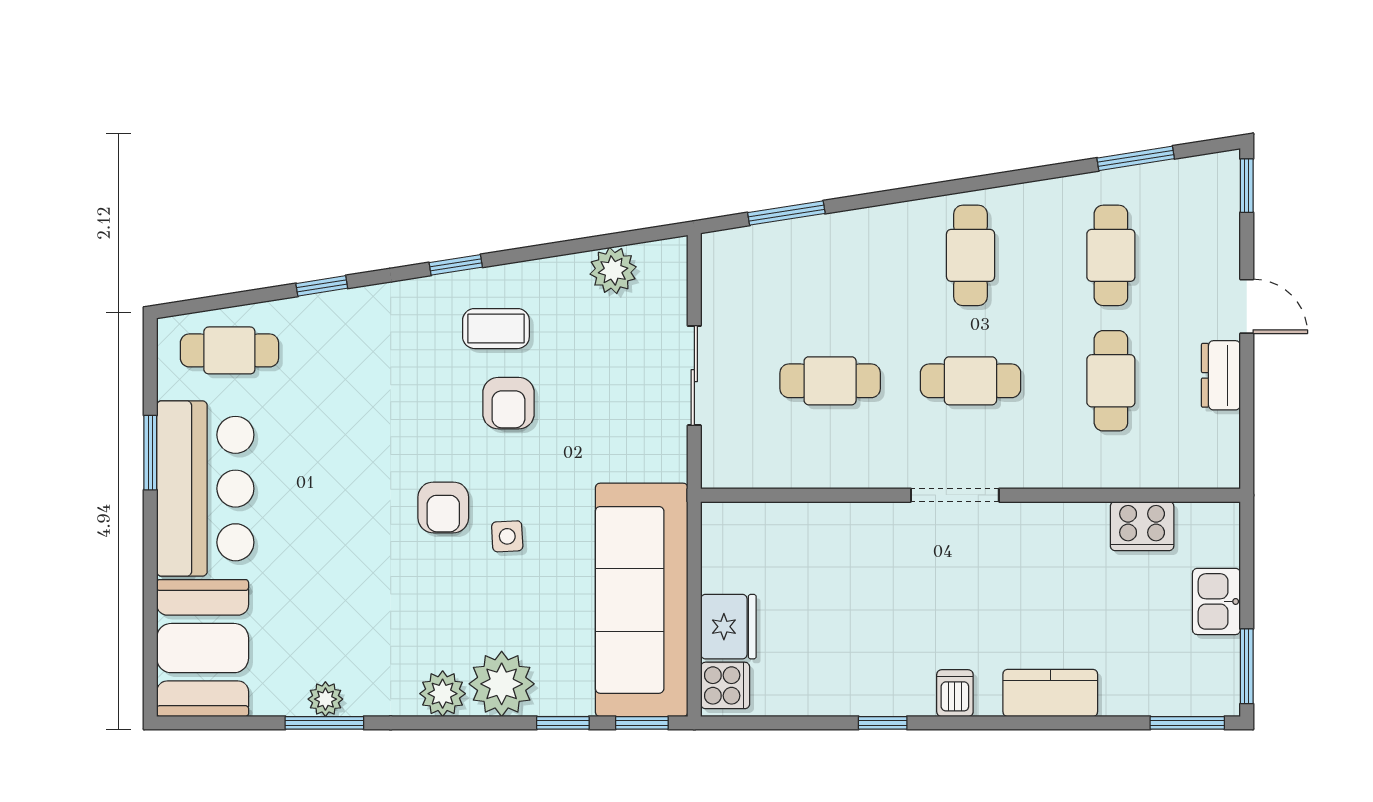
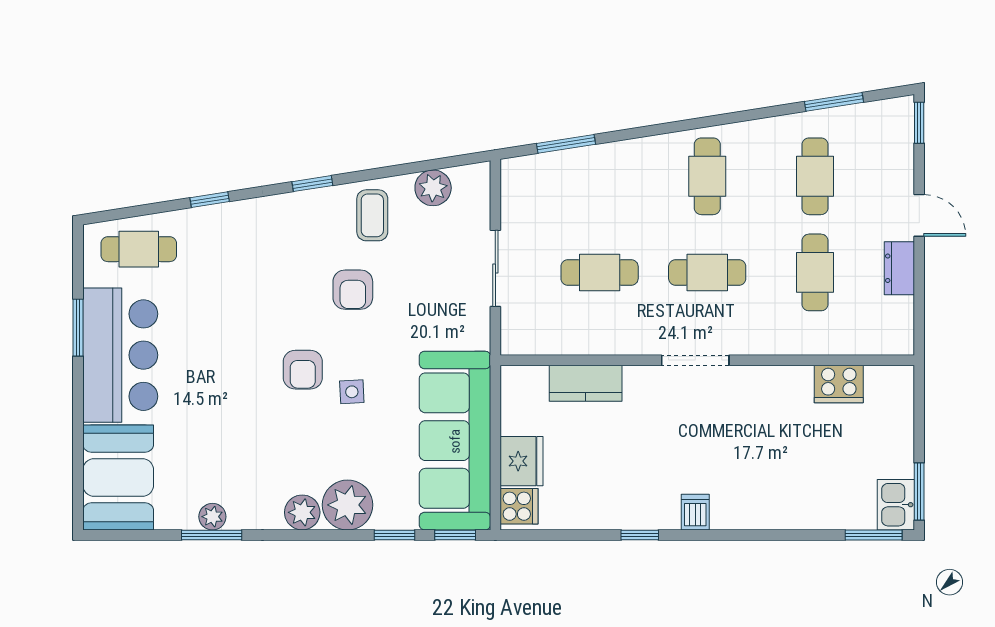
coffee table: (496, 329) -> (372, 215), moved, turned 90
kitchen sink: (1216, 601) -> (896, 505), moved
kitchen counter: (1050, 693) -> (586, 383), moved, turned 180

